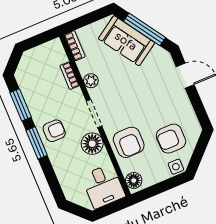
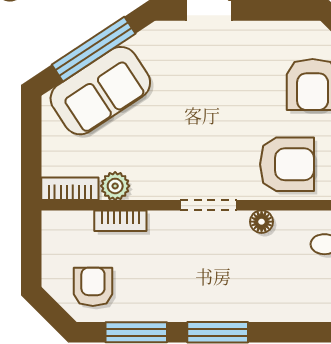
plant: (91, 81) -> (115, 186), moved
armchair: (54, 131) -> (93, 287), moved
floor lamp: (92, 144) -> (262, 222), width x0.53, depth x0.53

